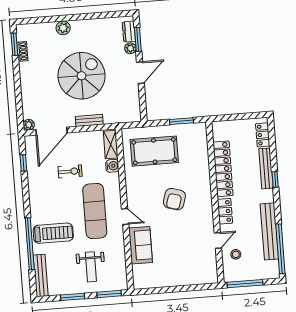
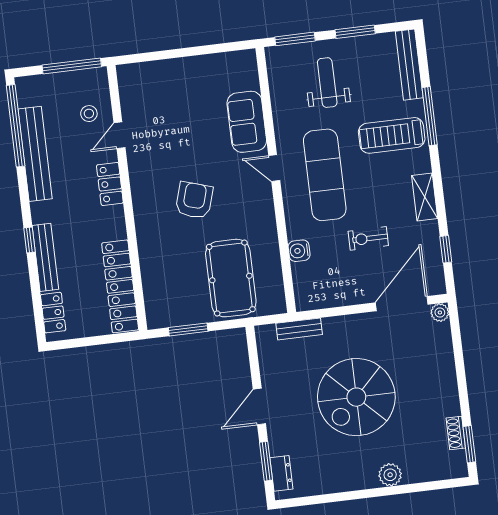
plant: (130, 48) -> (278, 446), removed
bench: (89, 120) -> (299, 329), moved
shelving: (111, 145) -> (425, 197), moved
pool table: (154, 151) -> (231, 278), turned 90
locker: (223, 169) -> (120, 286), moved
window: (30, 244) -> (430, 116), width x0.68

